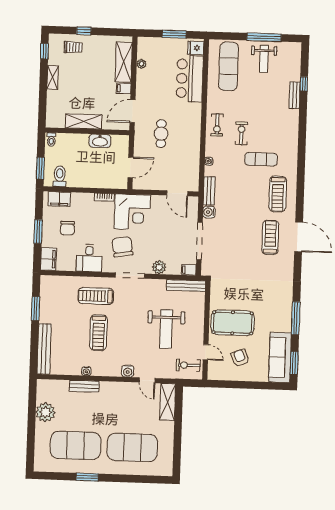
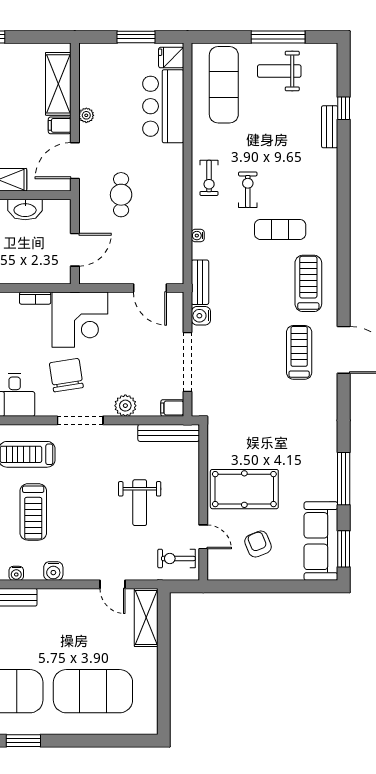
weight bench: (264, 59) -> (279, 71), turned 90
plant: (141, 64) -> (86, 115), moved
treadmill: (278, 194) -> (308, 283), turned 180
weight bench: (166, 329) -> (140, 503), width x0.73, depth x0.75
water cooler: (128, 371) -> (53, 571), moved

